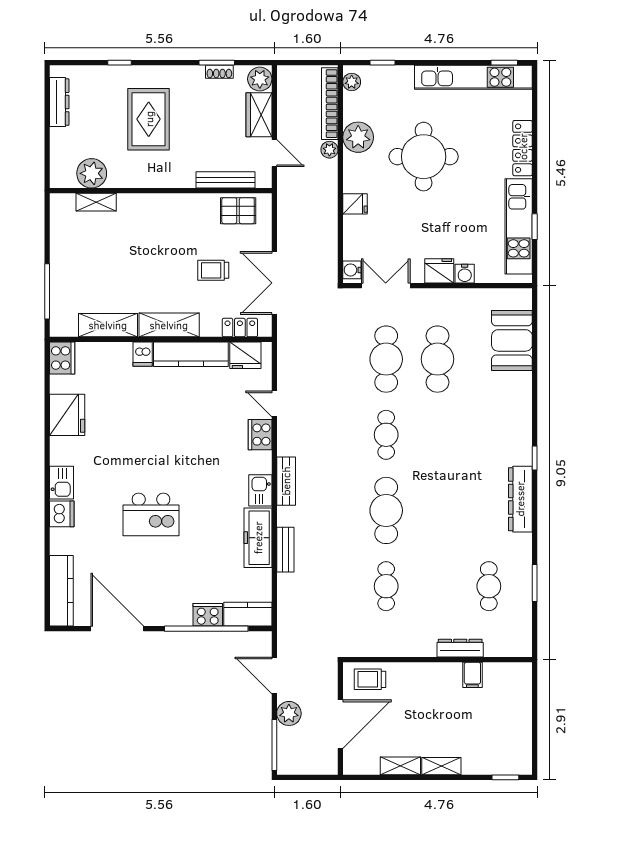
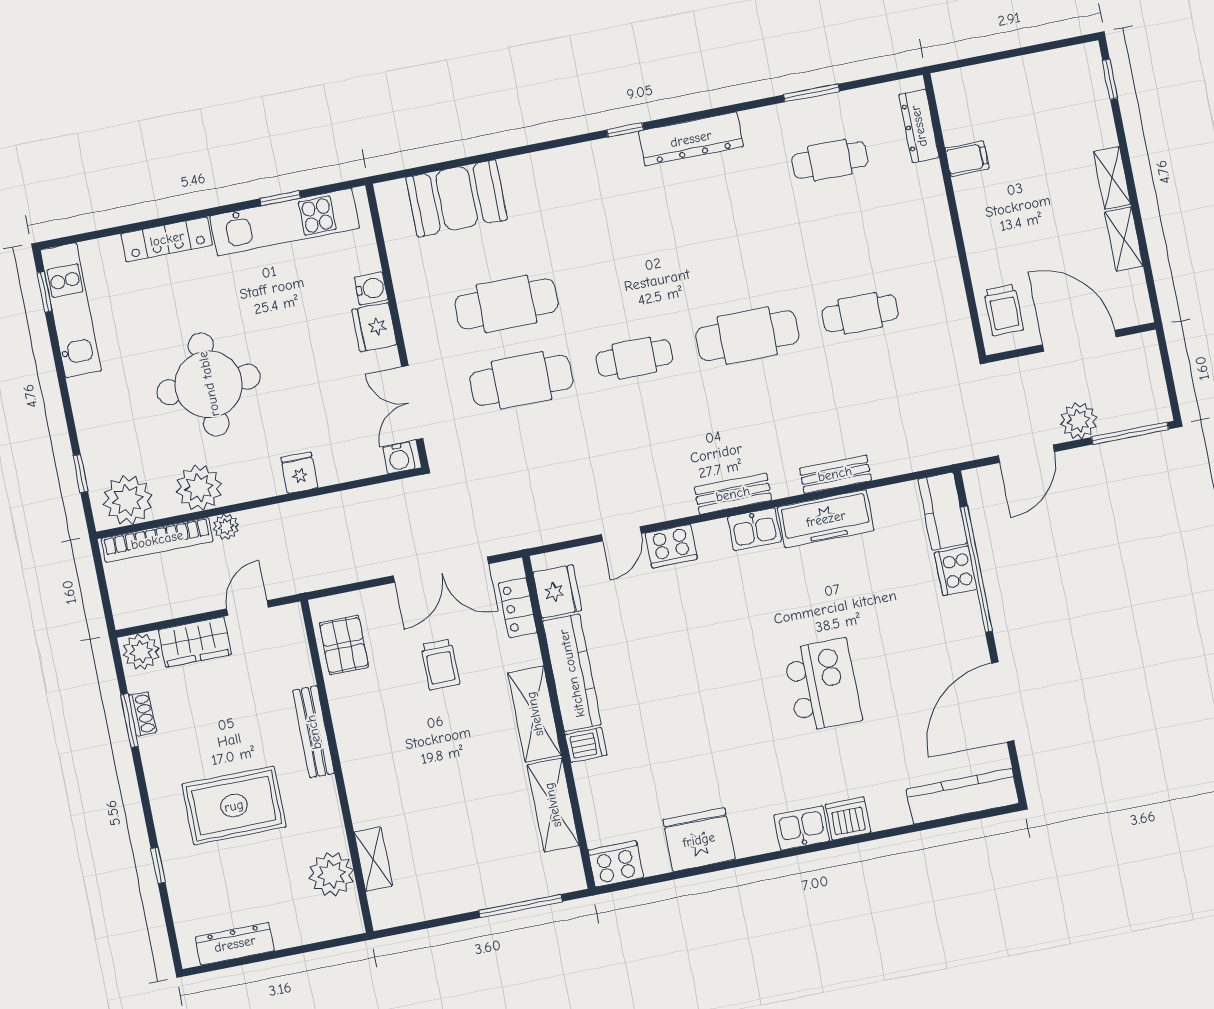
kitchen unit: (473, 77) -> (71, 310), width x0.73
plant: (352, 82) -> (128, 500), width x1.88, depth x1.88
bench: (226, 180) -> (314, 732), moved
dresser: (460, 648) -> (919, 126), moved

